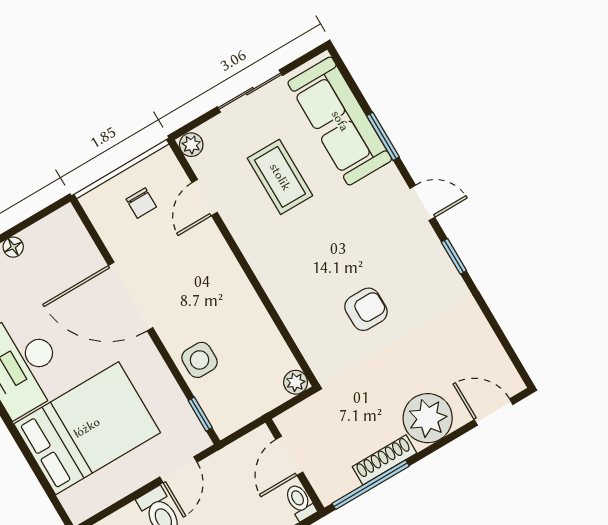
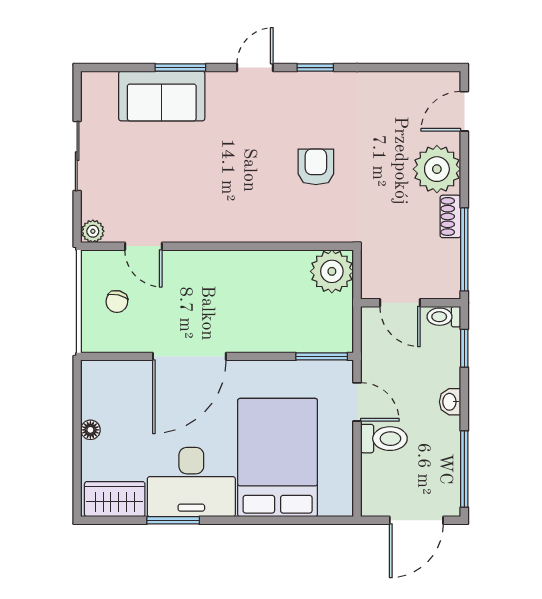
sofa: (340, 121) -> (162, 96), width x0.73
coffee table: (280, 177) -> (163, 173), removed
chair: (141, 203) -> (117, 302), turned 103
side table: (200, 360) -> (276, 330), removed
plant: (296, 382) -> (332, 271), width x1.88, depth x1.88
window: (200, 414) -> (322, 356), width x1.50
shoe rack: (384, 460) -> (450, 216), width x0.70

